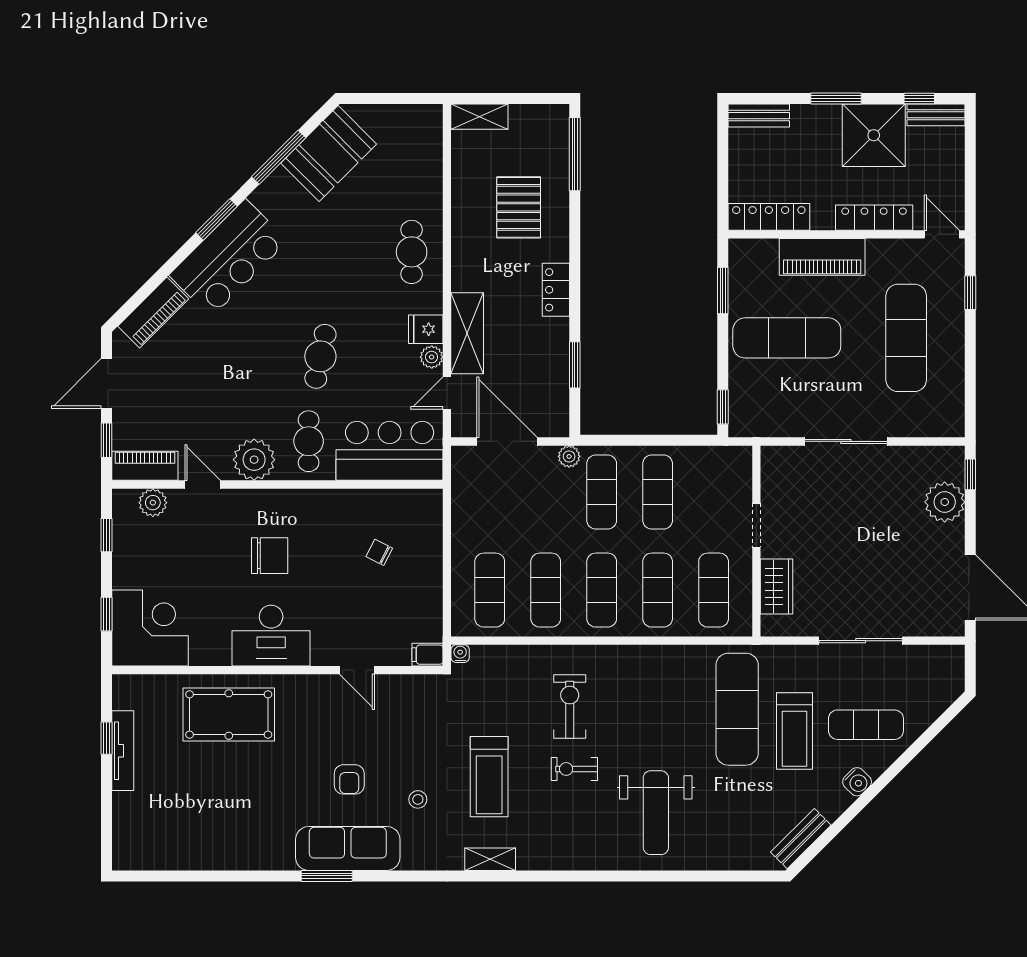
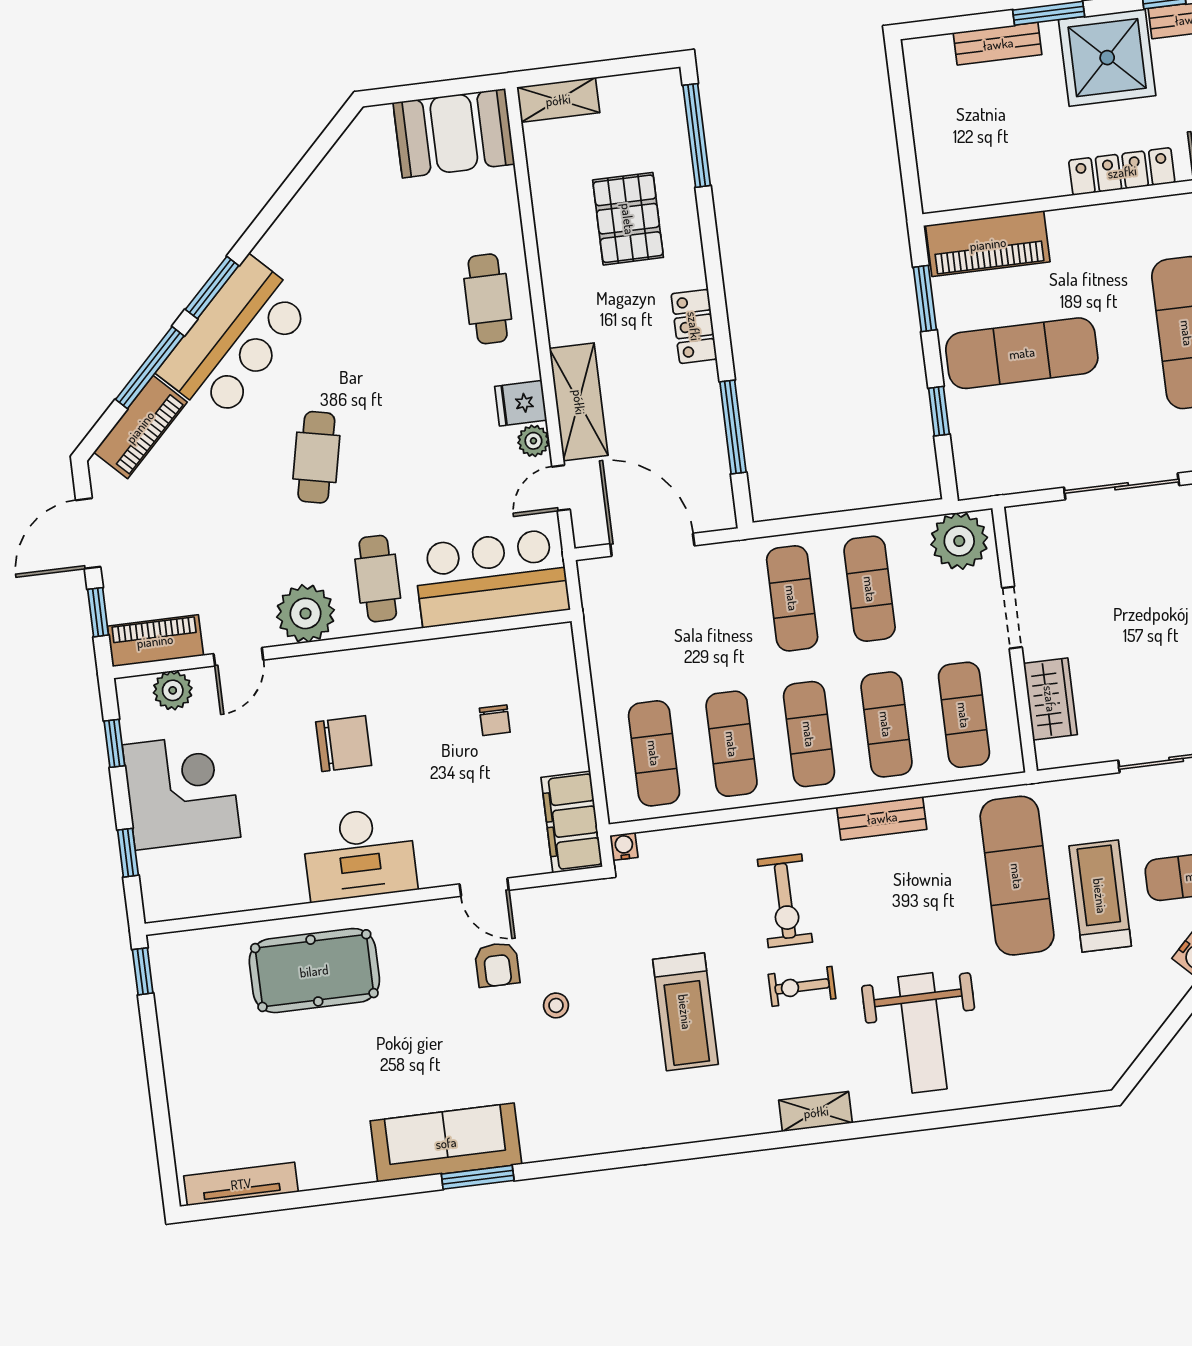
bench: (759, 116) -> (998, 44), moved
booth: (329, 154) -> (454, 133), moved, turned 45
window: (279, 157) -> (150, 368), moved
locker: (769, 217) -> (976, 189), removed
piano: (822, 257) -> (988, 244), moved
cafe table: (320, 356) -> (316, 457), moved
window: (575, 365) -> (733, 427), width x1.44
window: (723, 407) -> (939, 411), moved
plant: (569, 456) -> (959, 541), moved, width x1.88, depth x1.88
door: (203, 485) -> (238, 657), swing flipped
chair: (379, 552) -> (495, 720), turned -117
corner desk: (150, 628) -> (181, 791), moved
filing cabinet: (428, 655) -> (572, 822), width x3.00, depth x1.17
exercise bike: (570, 707) -> (785, 901), turned 180
treadmill: (794, 731) -> (1100, 896), turned 180
window: (107, 738) -> (143, 971), moved
tv unit: (123, 751) -> (241, 1184), moved, turned -90
armchair: (349, 779) -> (497, 965), moved
stool: (418, 799) -> (556, 1005), moved
bench: (801, 839) -> (882, 818), moved, turned 45
sofa: (348, 848) -> (446, 1143), moved
shelving: (490, 859) -> (816, 1112), moved

